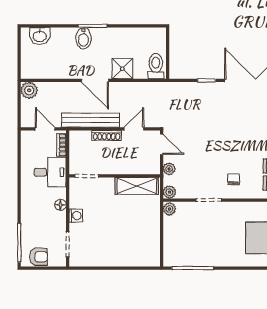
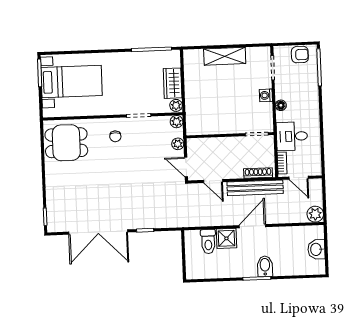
washbasin: (40, 36) -> (316, 249), moved, turned -90
toilet: (156, 66) -> (208, 242), moved
door: (95, 80) -> (252, 226), hinge flipped
door: (134, 129) -> (213, 181), hinge flipped
shoe rack: (107, 135) -> (258, 173), moved
shelving: (137, 186) -> (225, 56), moved
wardrobe: (172, 232) -> (173, 83), added
armchair: (39, 257) -> (300, 55), turned 180

